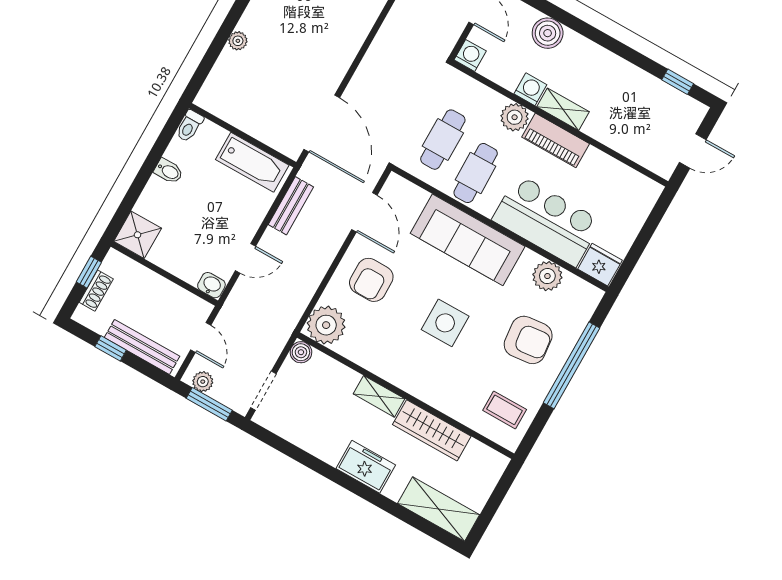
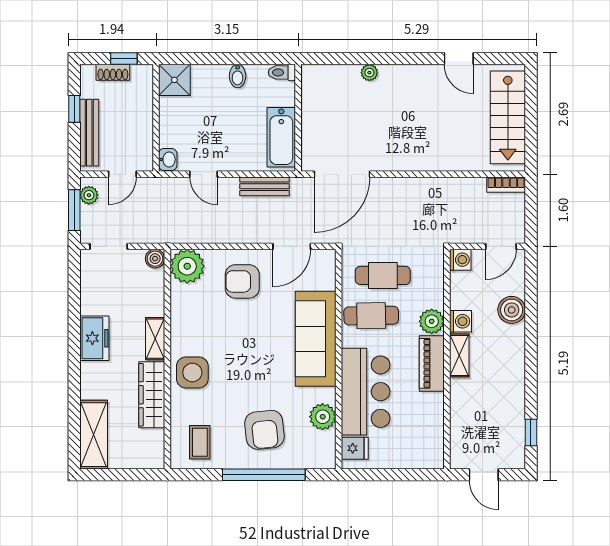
fridge: (600, 265) -> (355, 448), width x0.72
side table: (445, 323) -> (192, 372), moved
freezer: (366, 467) -> (94, 338), moved

